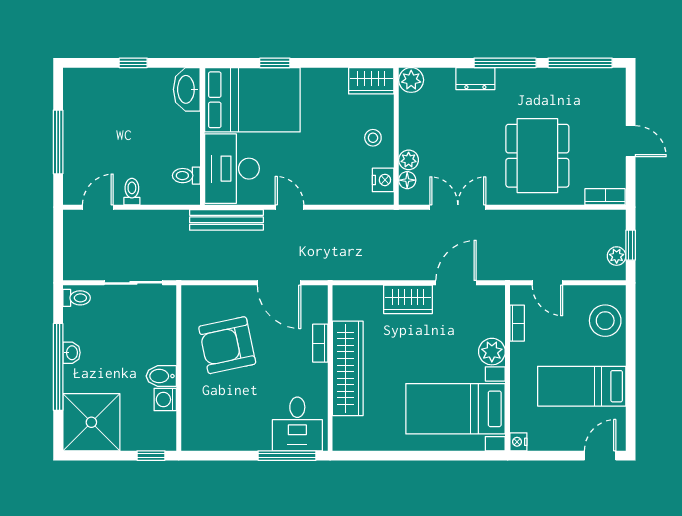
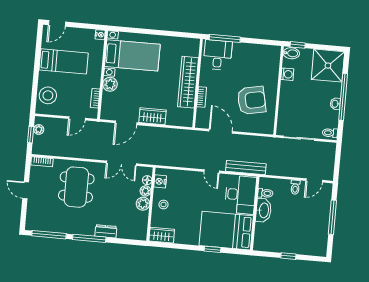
plant: (411, 80) -> (143, 204), moved
washbasin: (187, 89) -> (264, 210), moved
door: (547, 283) -> (77, 118), swing flipped
bidet: (161, 376) -> (291, 53), moved

